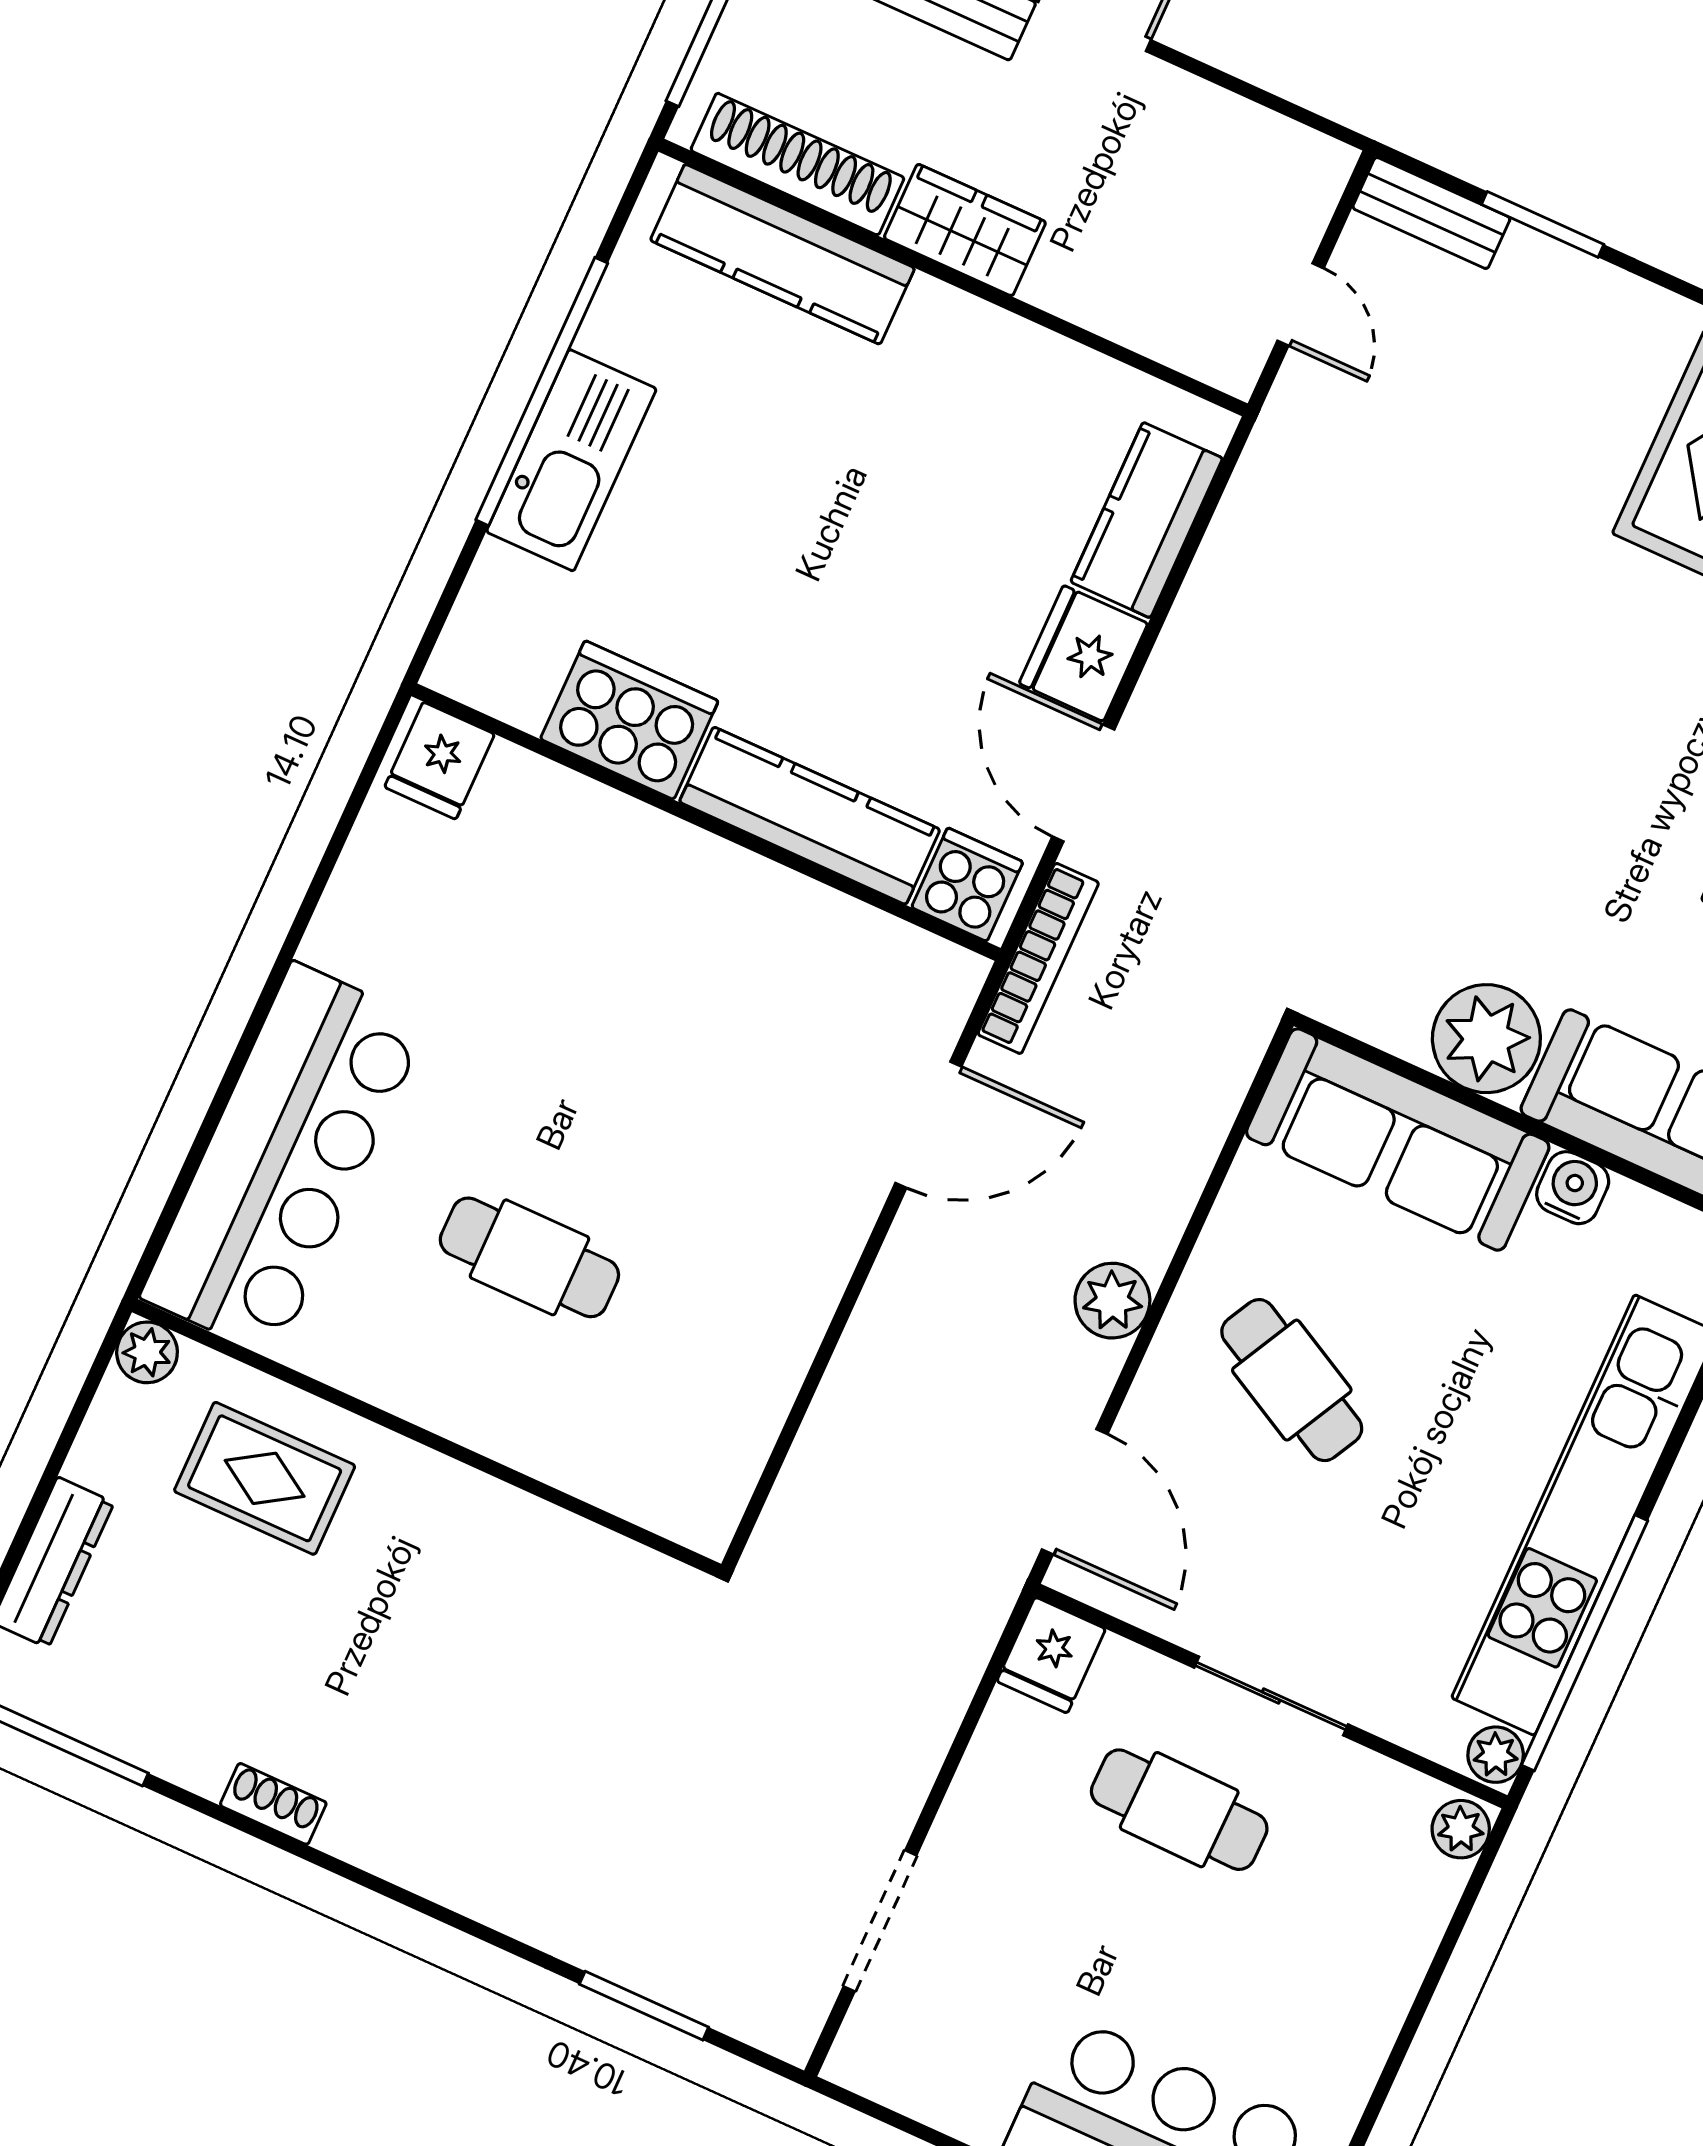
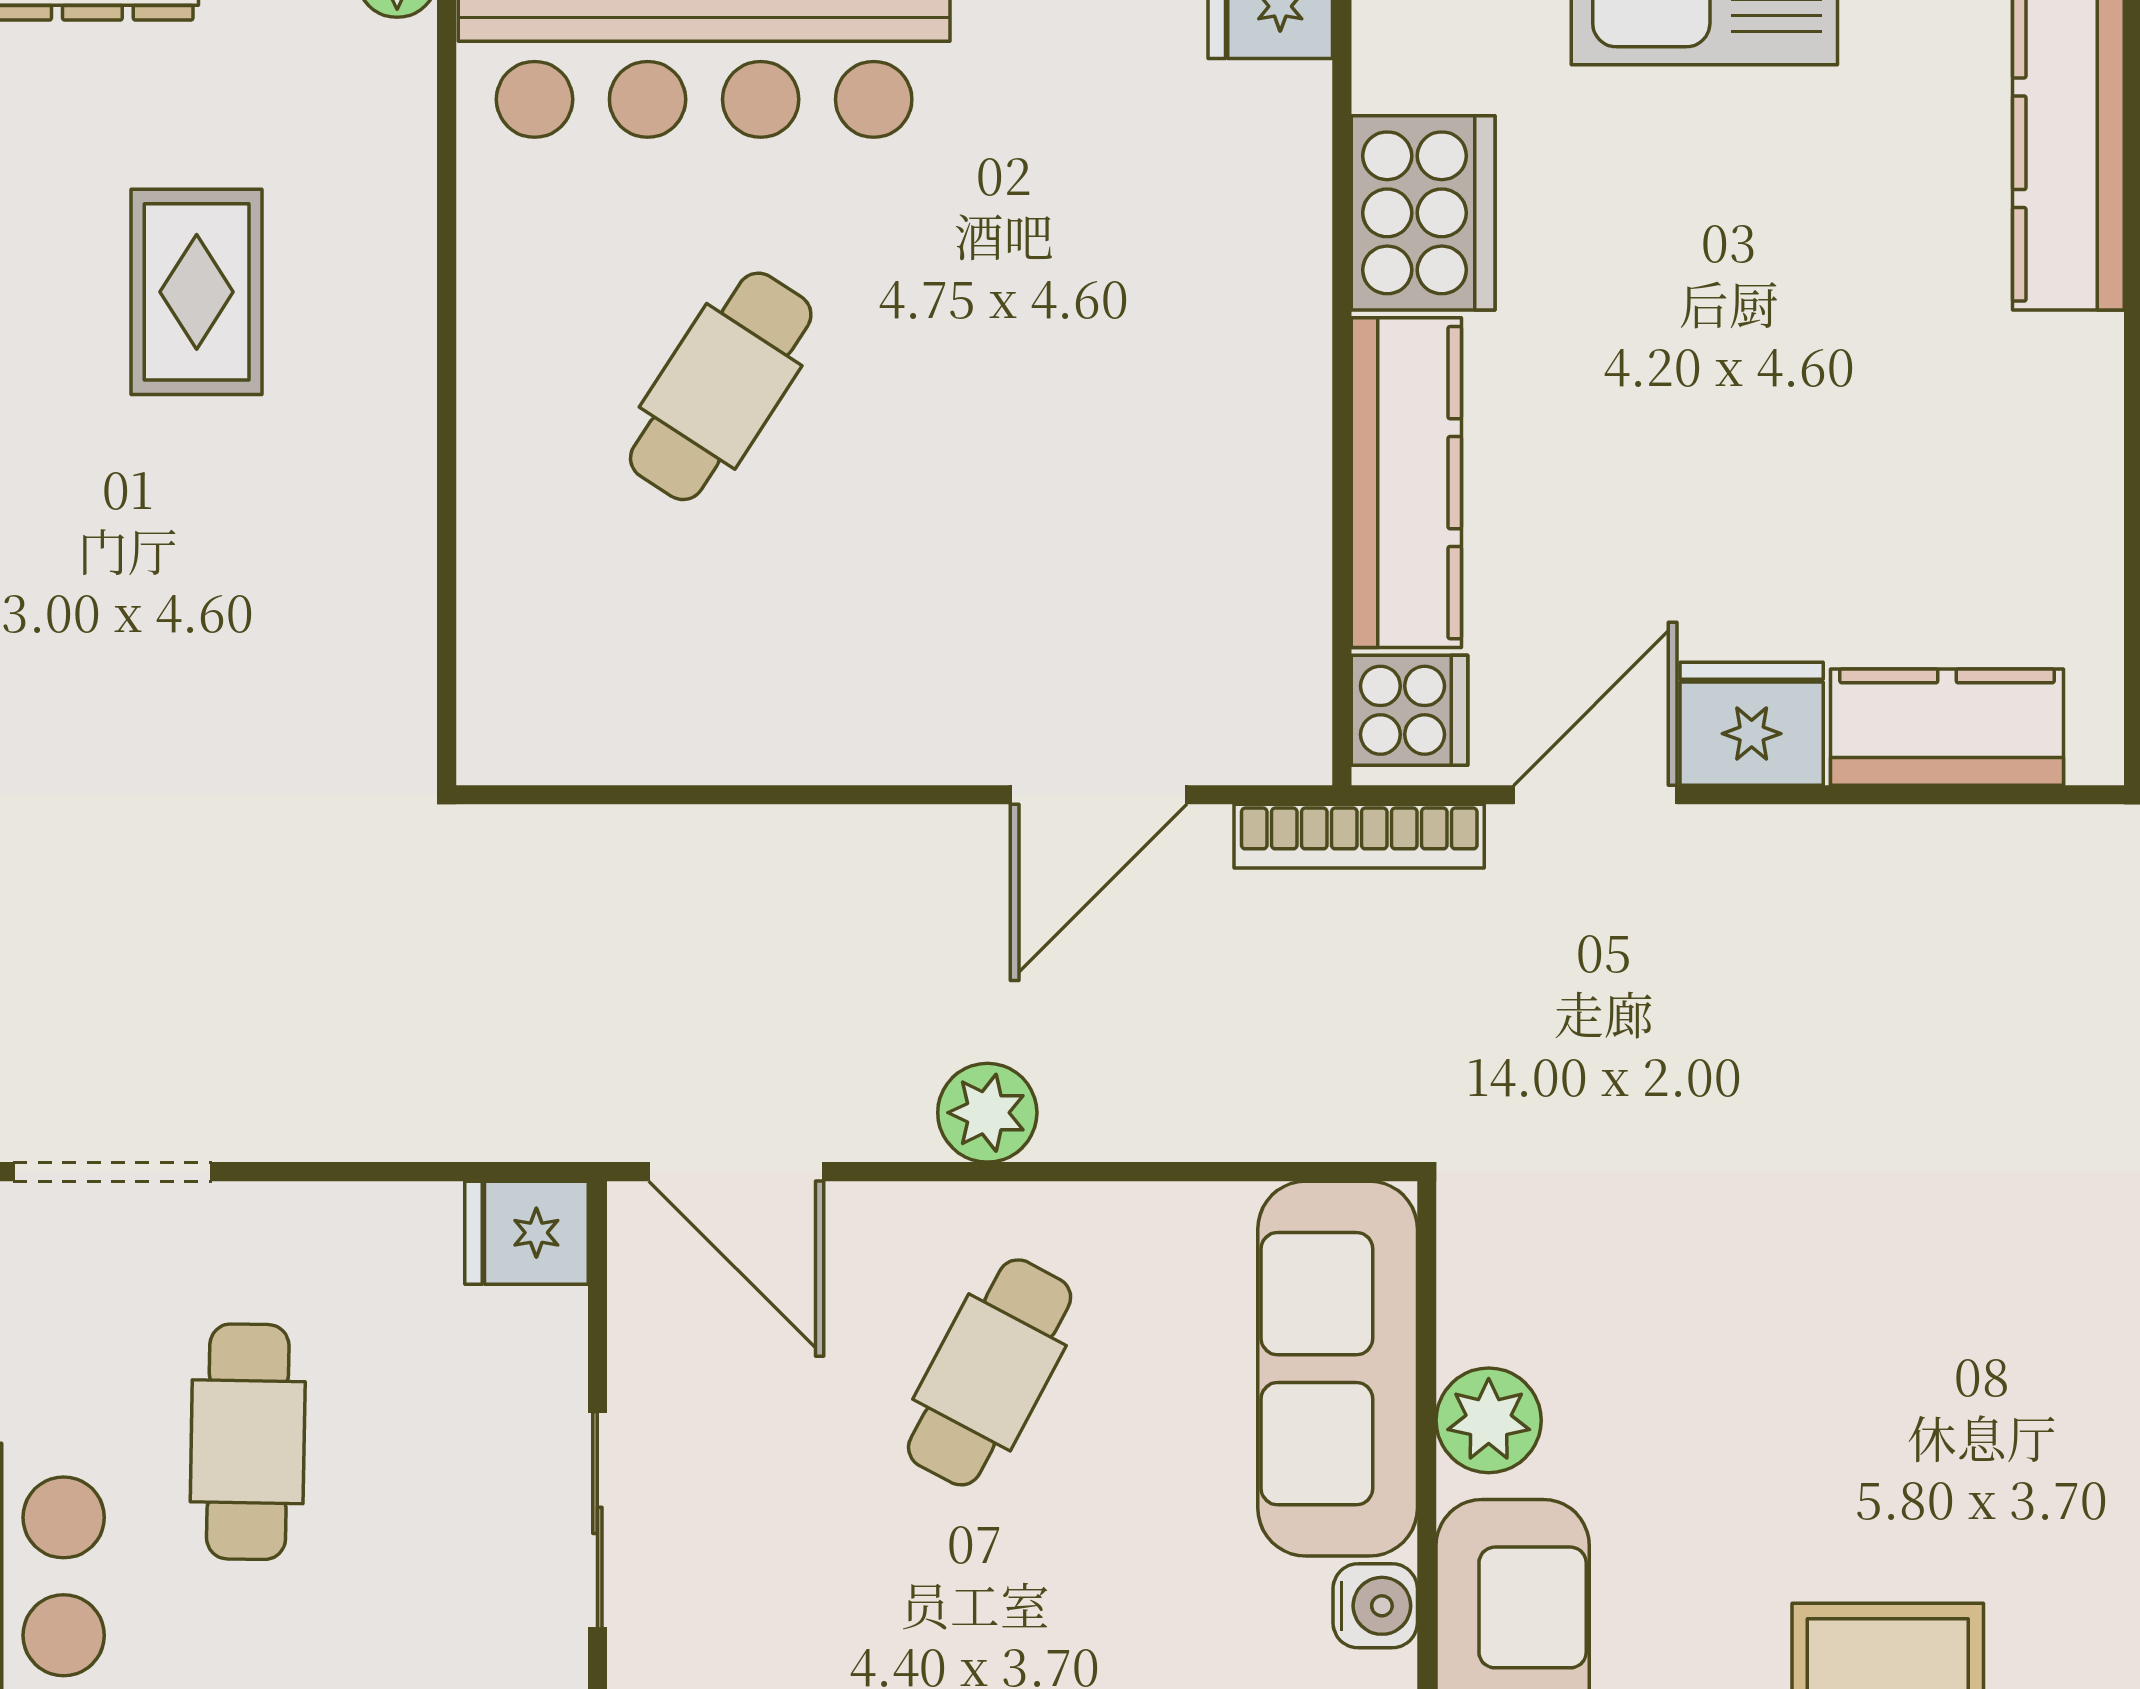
plant: (1486, 1039) -> (1489, 1420), width x0.73, depth x0.73
door: (928, 1125) -> (1099, 795), hinge flipped
cafe table: (529, 1257) -> (721, 386), turned 33
rug: (265, 1478) -> (197, 292), moved
door: (1075, 1492) -> (736, 1172), hinge flipped
cafe table: (1179, 1810) -> (248, 1442), moved

